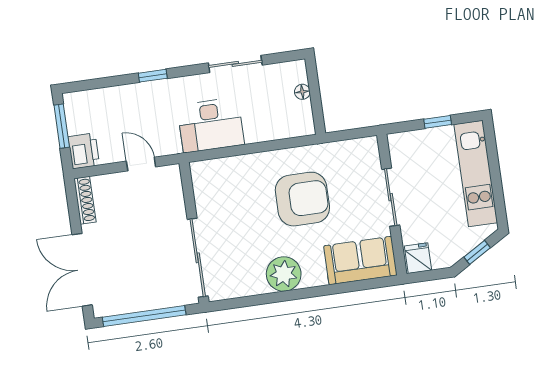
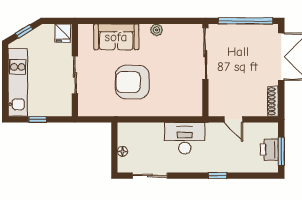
sliding door: (235, 64) -> (150, 176), moved
printer: (84, 151) -> (269, 150), moved
sofa: (360, 261) -> (116, 37), moved
plant: (284, 274) -> (157, 30), width x0.53, depth x0.53

